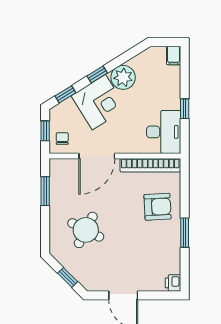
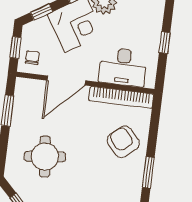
desk: (164, 132) -> (123, 67), moved, turned 90
armchair: (158, 207) -> (123, 142), turned -128
round table: (86, 230) -> (45, 157), turned -33

